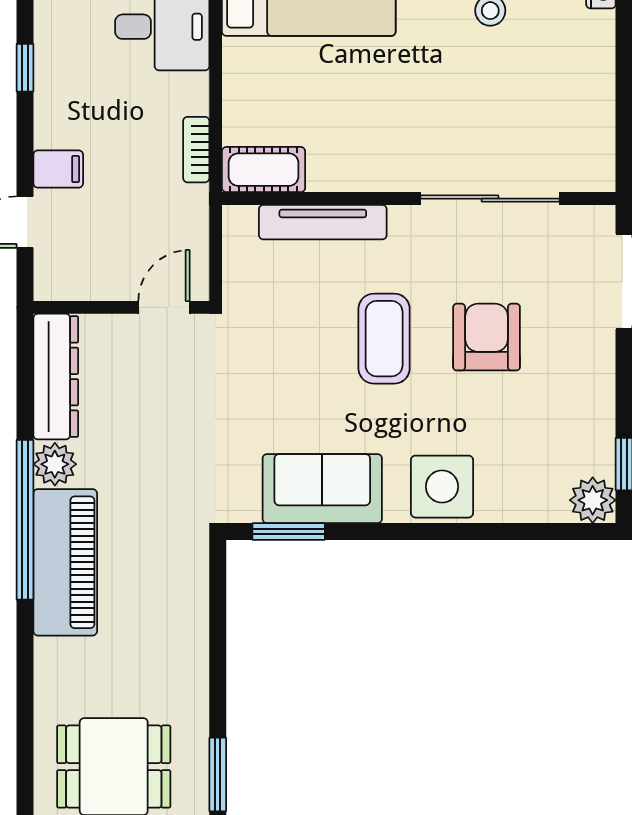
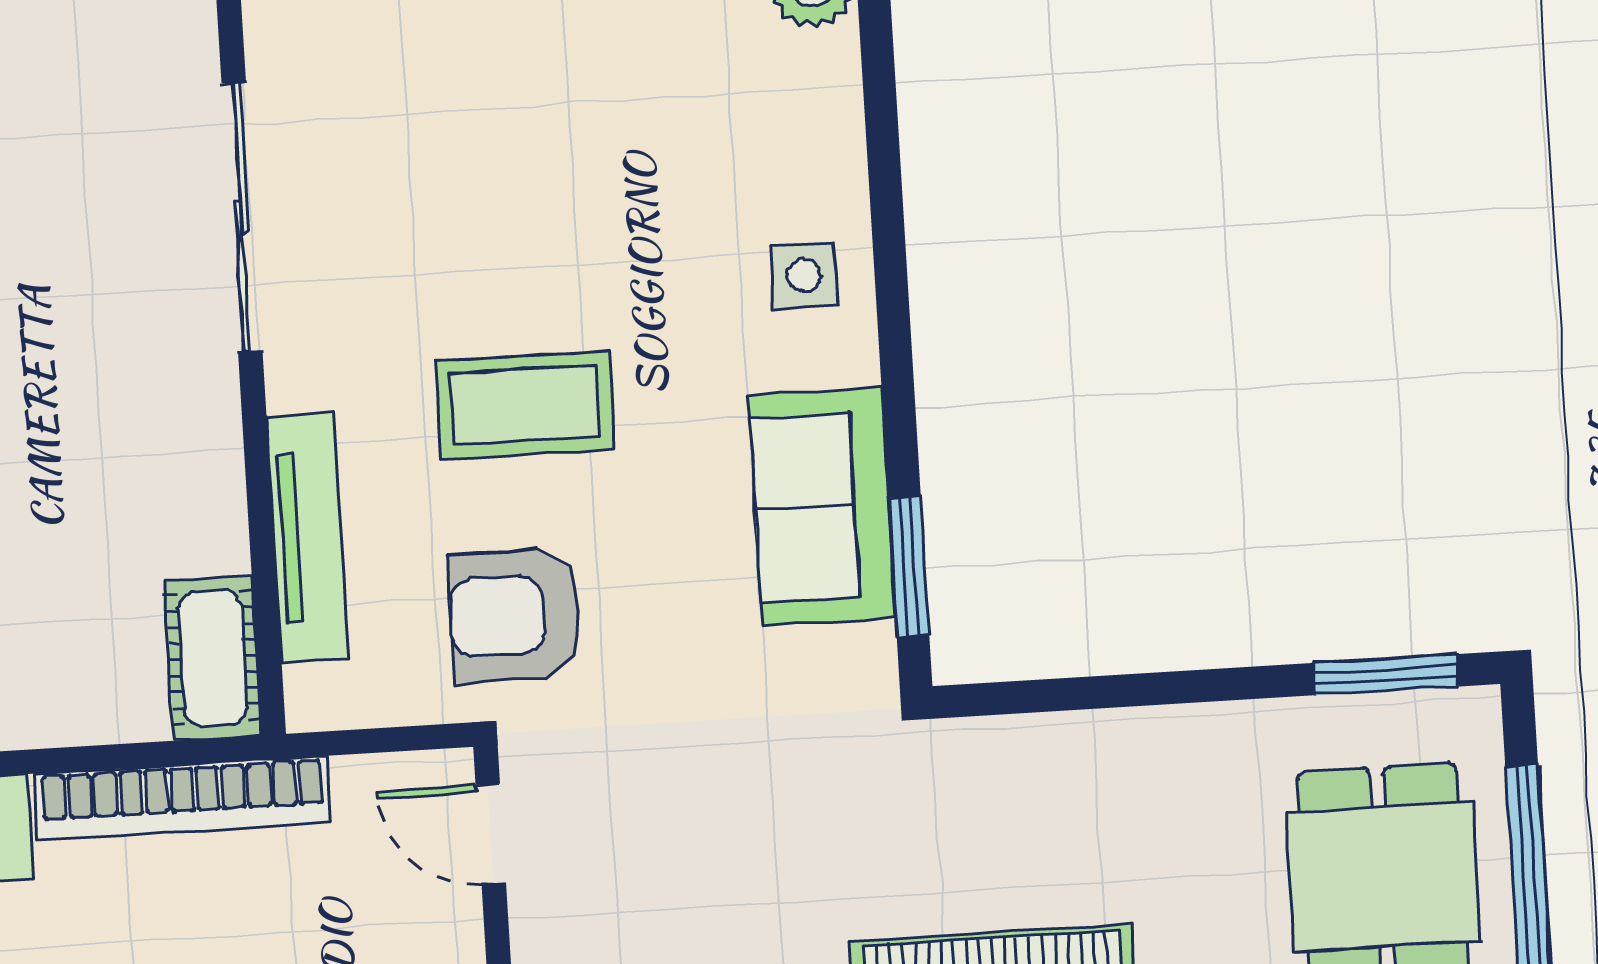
bookcase: (196, 150) -> (183, 798), width x2.31, depth x1.31
armchair: (487, 337) -> (515, 615), moved
side table: (442, 487) -> (804, 276), width x0.54, depth x0.54

